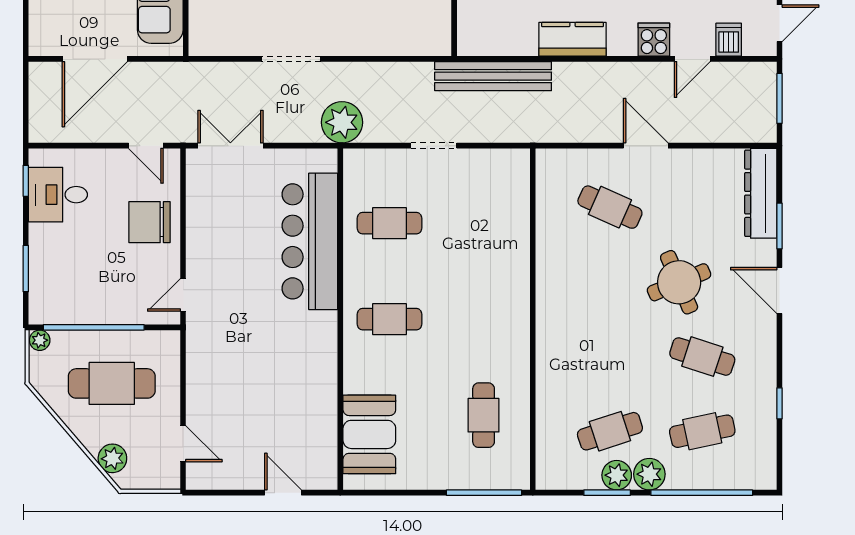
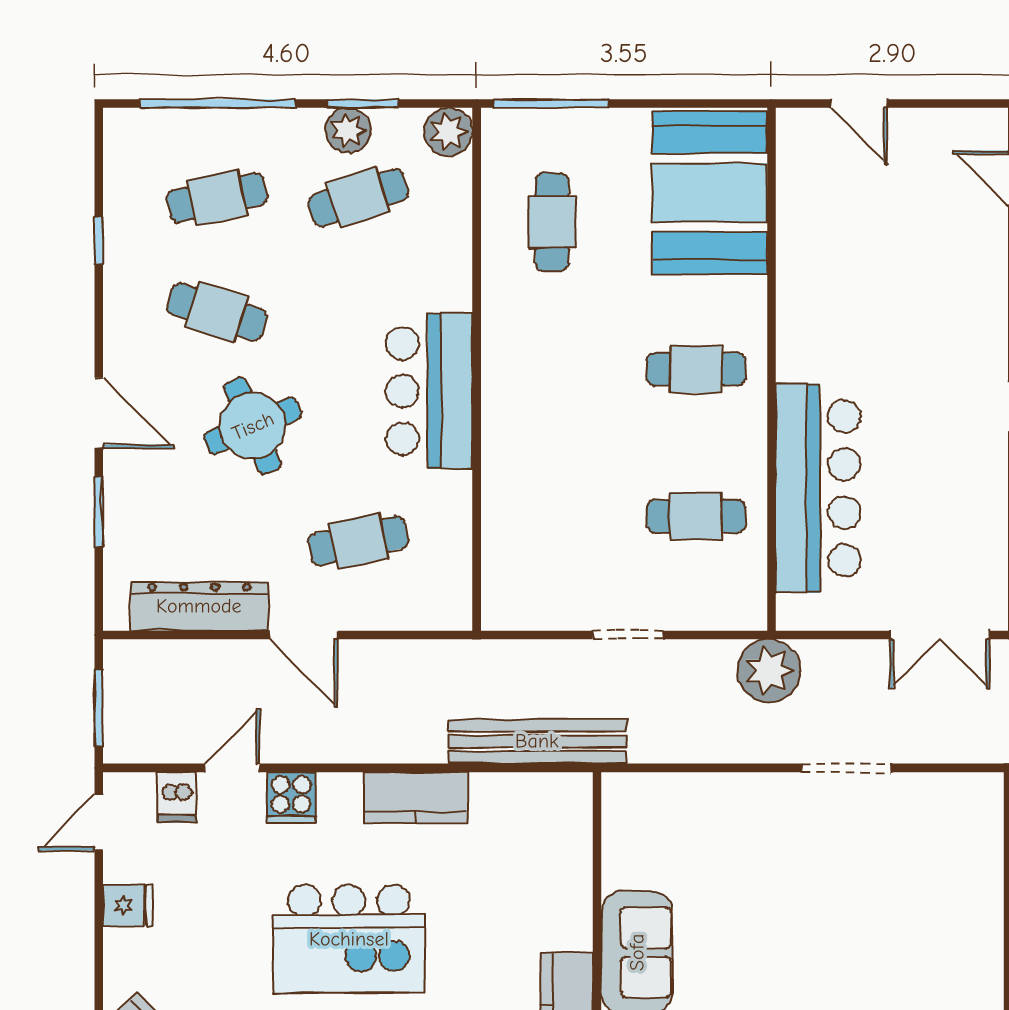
dresser: (761, 193) -> (199, 606), moved, turned -90
cafe table: (610, 207) -> (358, 541), turned -36
bar counter: (564, 305) -> (429, 391), added
booth: (369, 434) -> (710, 193), width x1.36, depth x1.42
plant: (649, 474) -> (448, 132), moved

